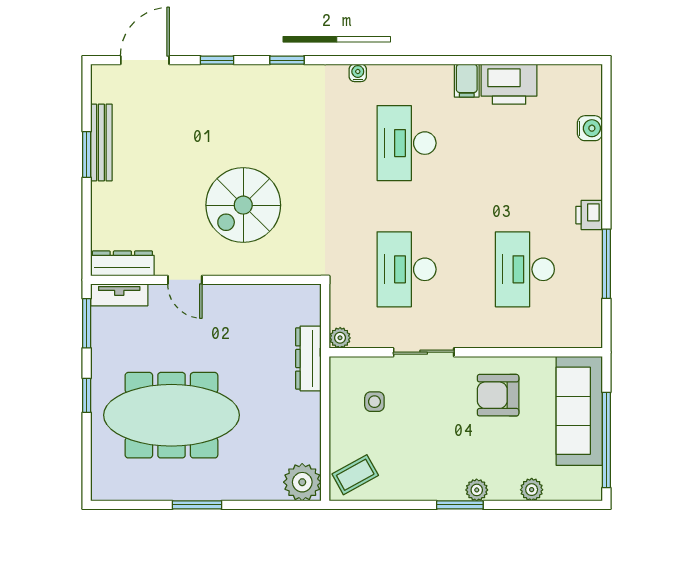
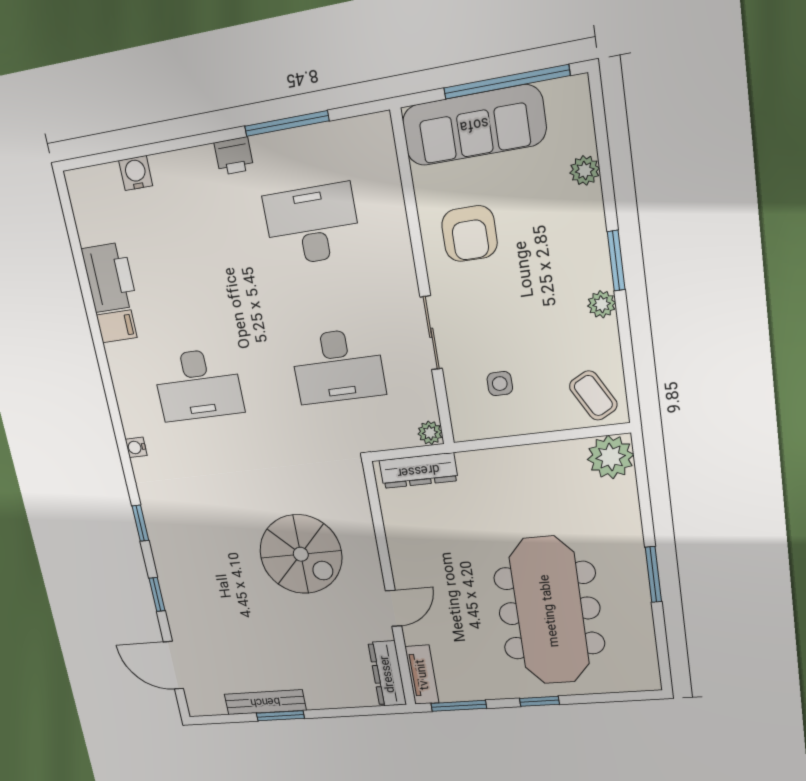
desk: (525, 269) -> (312, 225), turned 180
dresser: (308, 358) -> (418, 471), moved
plant: (477, 490) -> (602, 304), moved

